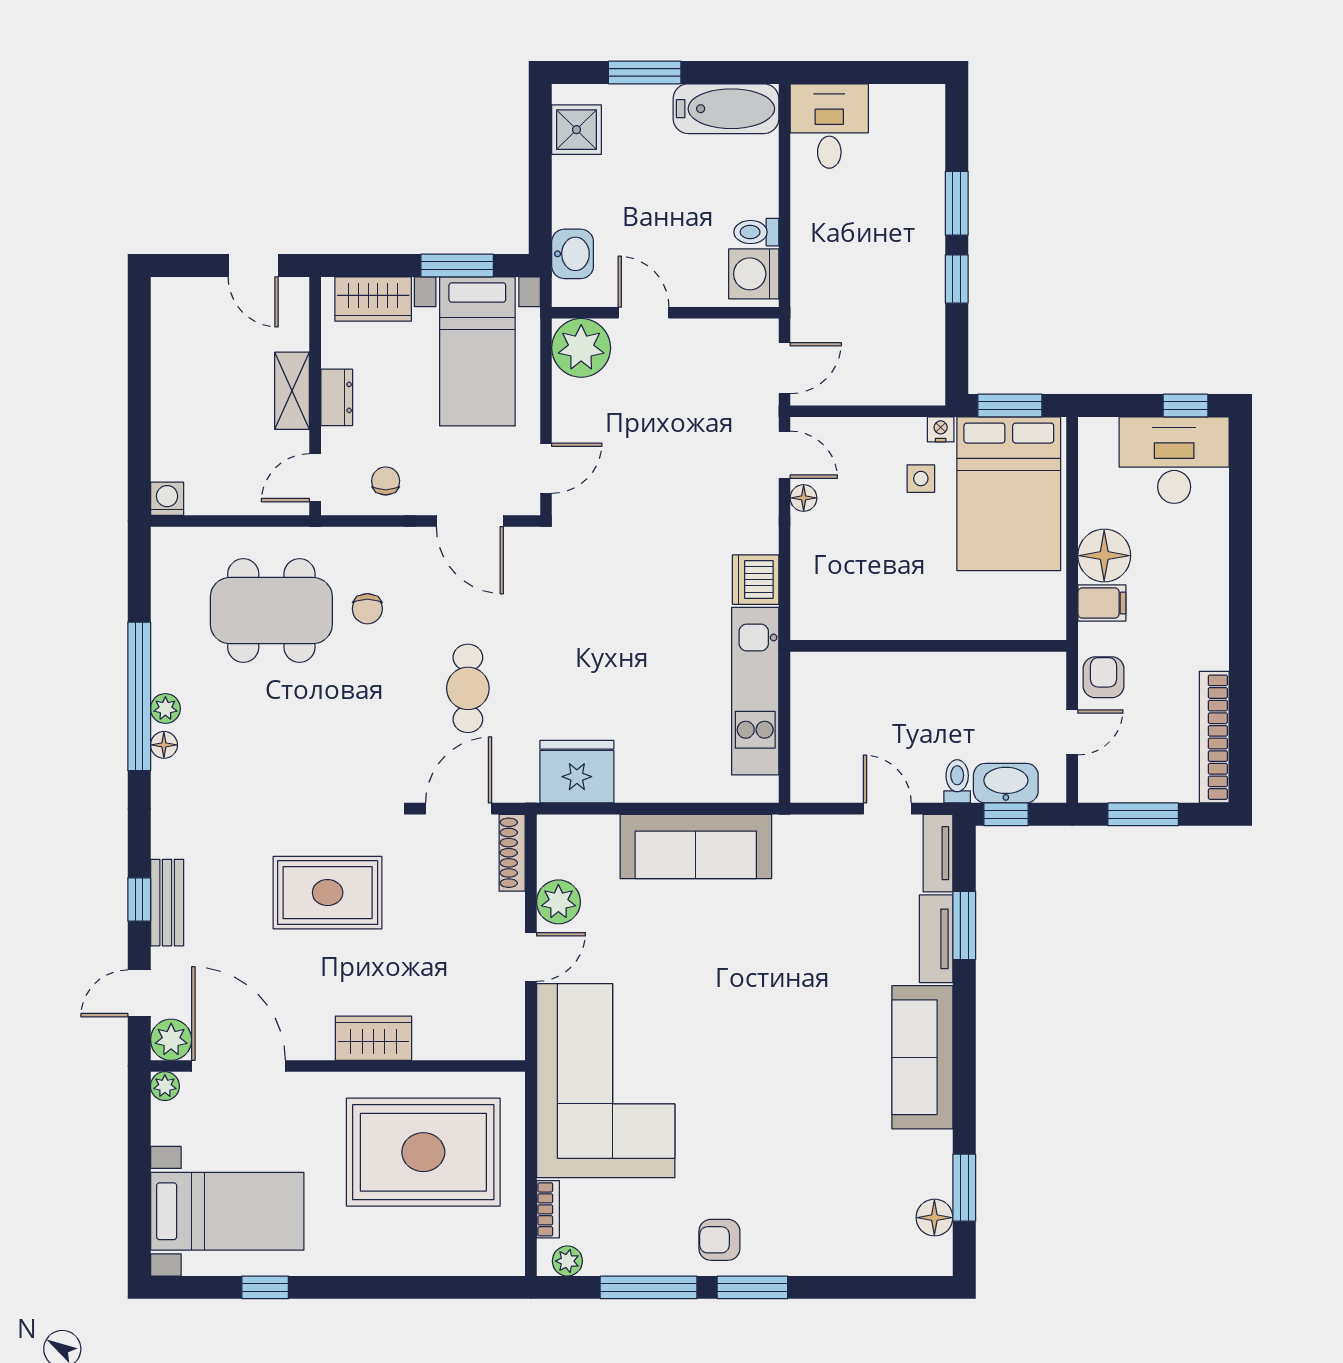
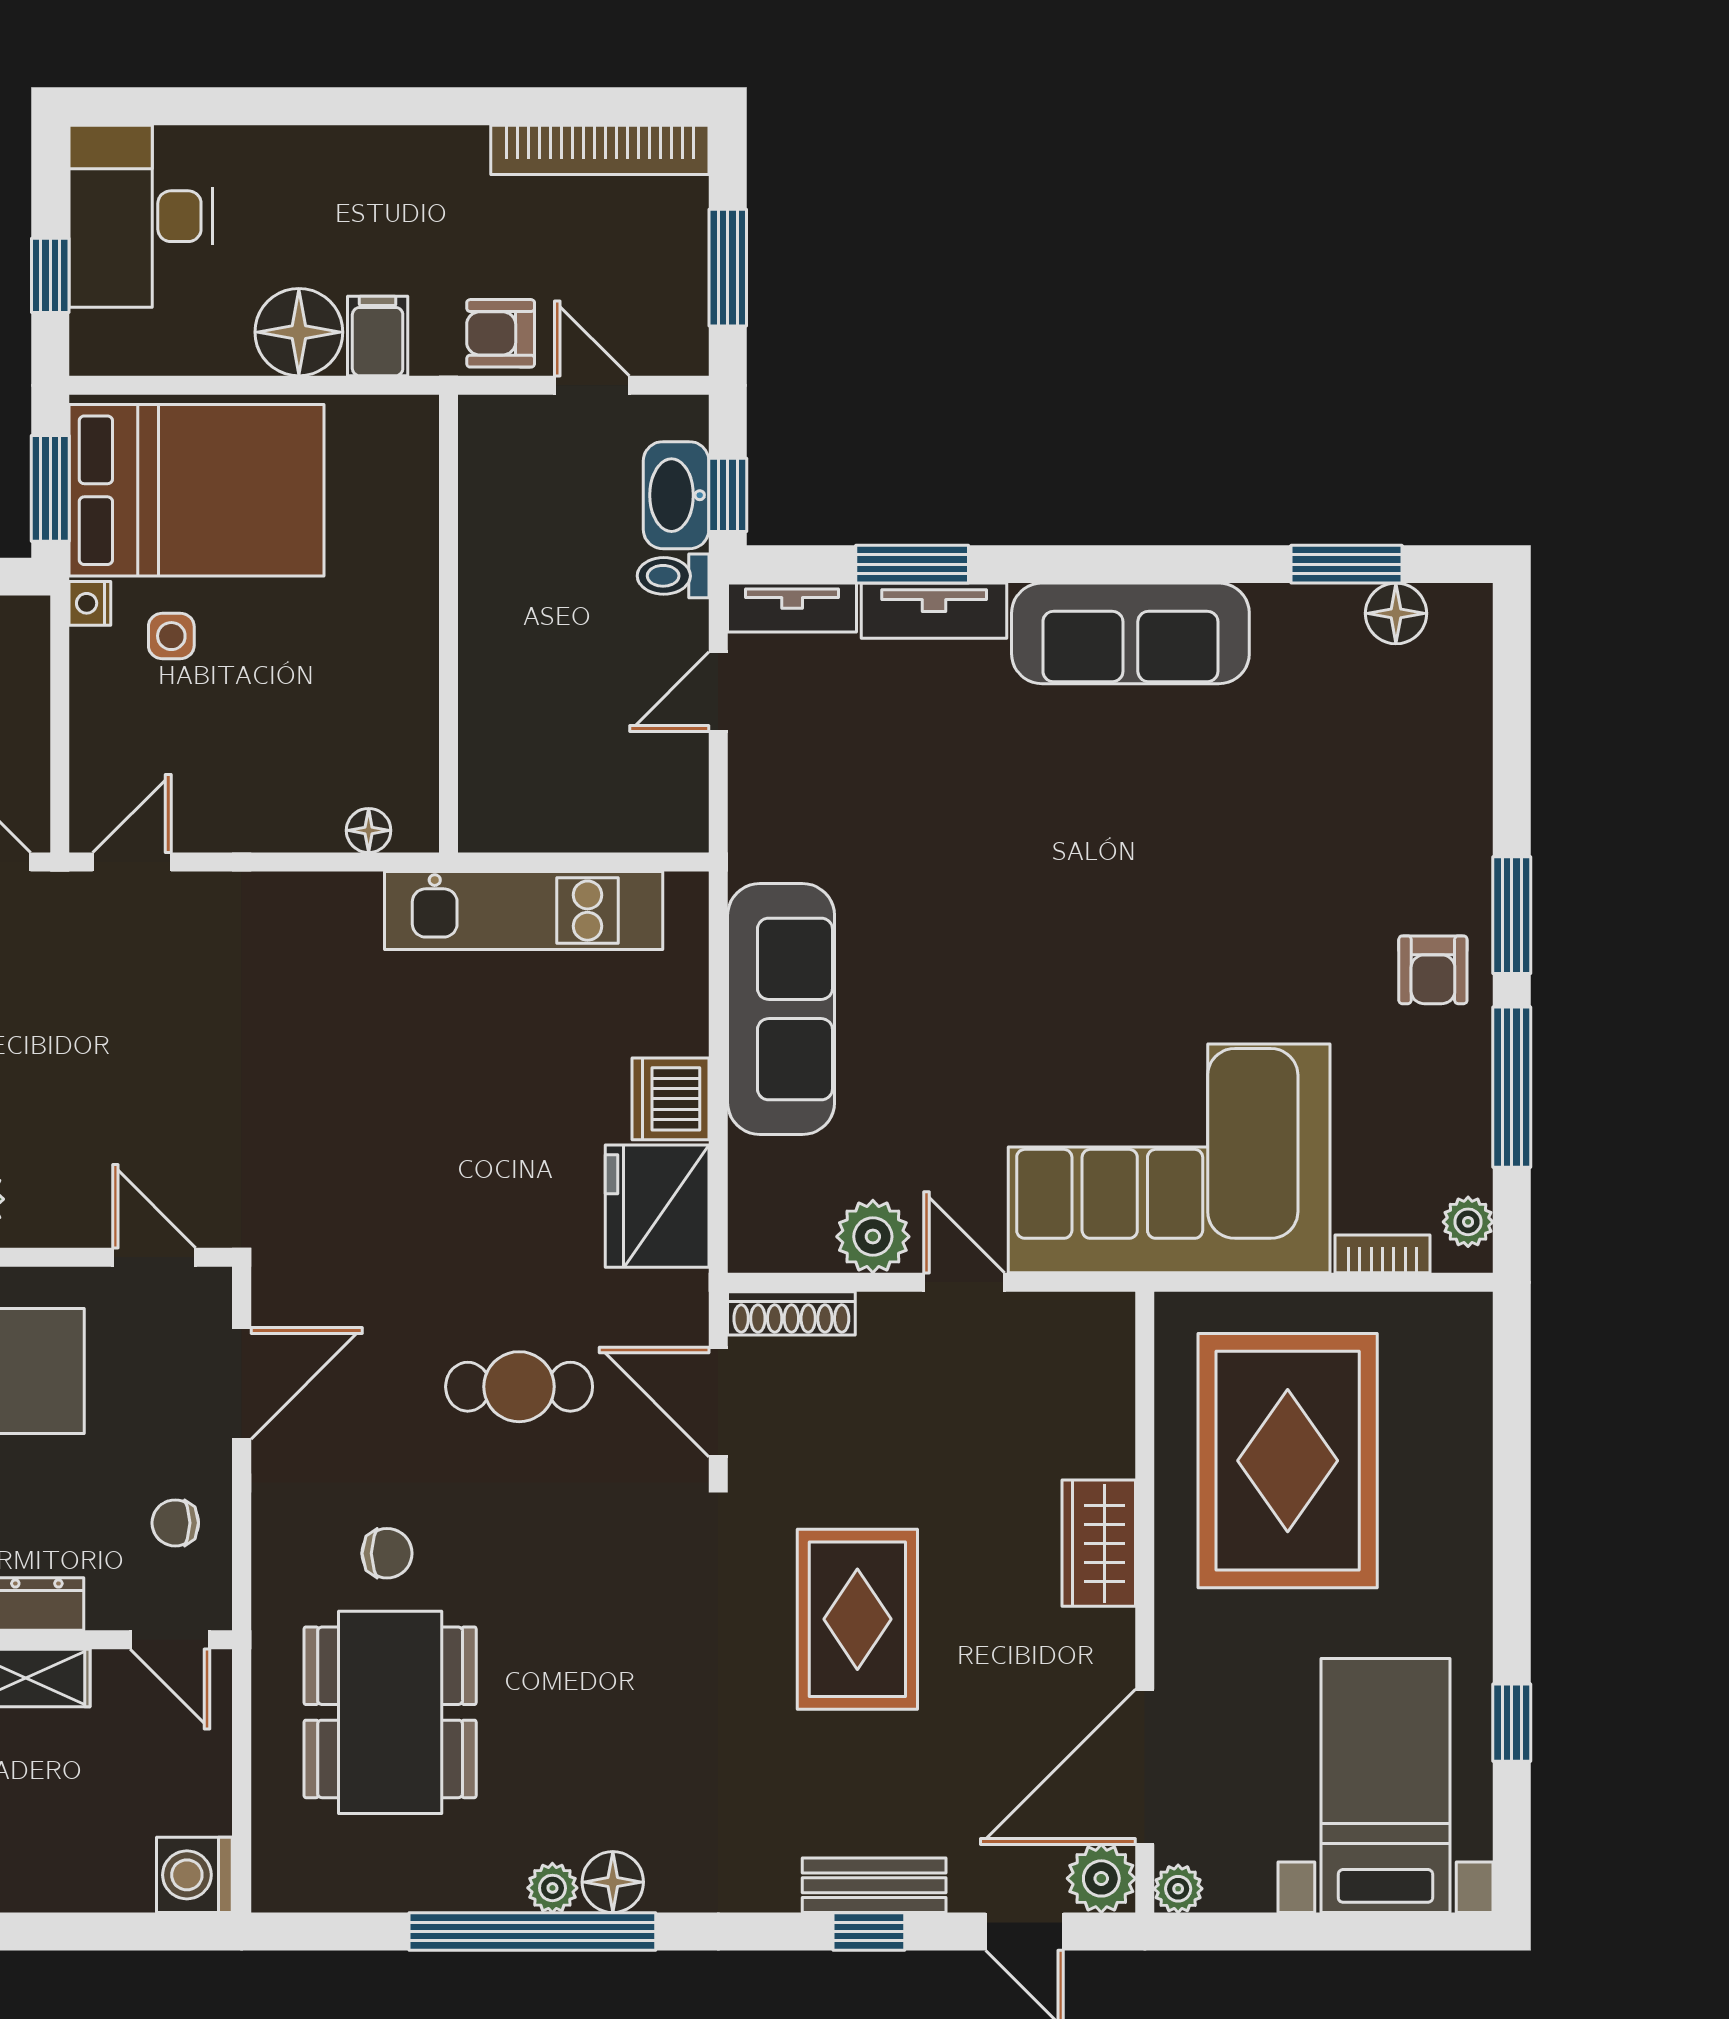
window: (1185, 406) -> (50, 275), moved
floor lamp: (804, 498) -> (369, 830), moved
washing machine: (167, 499) -> (194, 1875), width x1.38, depth x1.38
dishwasher: (756, 580) -> (670, 1099), moved, turned 90
floor lamp: (164, 745) -> (613, 1882), width x1.37, depth x1.37

